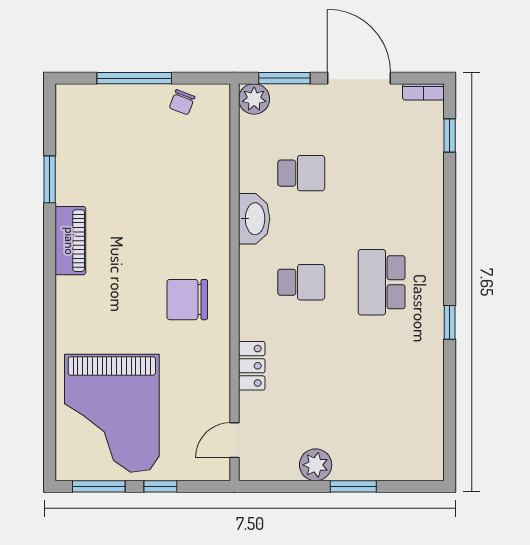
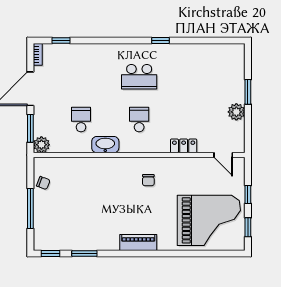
window: (50, 116) -> (50, 254), added
piano: (70, 241) -> (138, 242), moved
chair: (187, 300) -> (148, 180), width x0.54, depth x0.54
window: (99, 486) -> (248, 227), width x0.67

